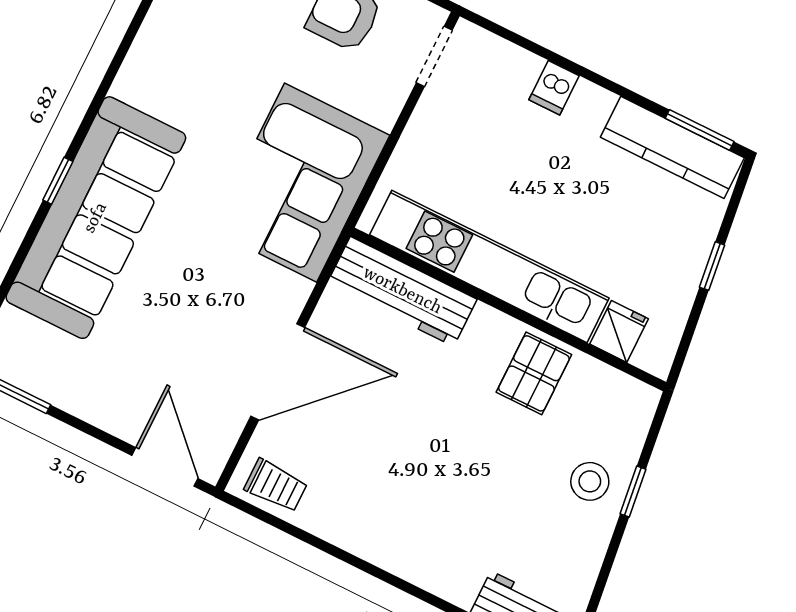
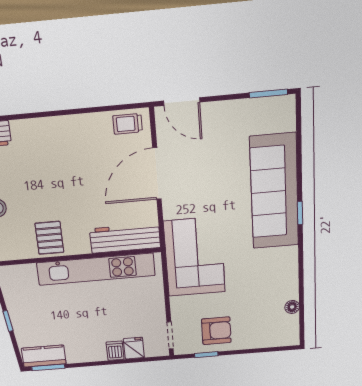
kitchen counter: (672, 147) -> (44, 356), width x0.67
window: (58, 181) -> (300, 213), moved
fridge: (619, 331) -> (134, 348), moved, turned 180

